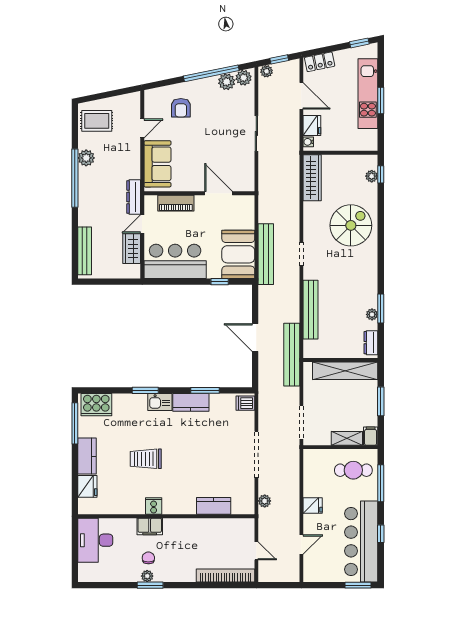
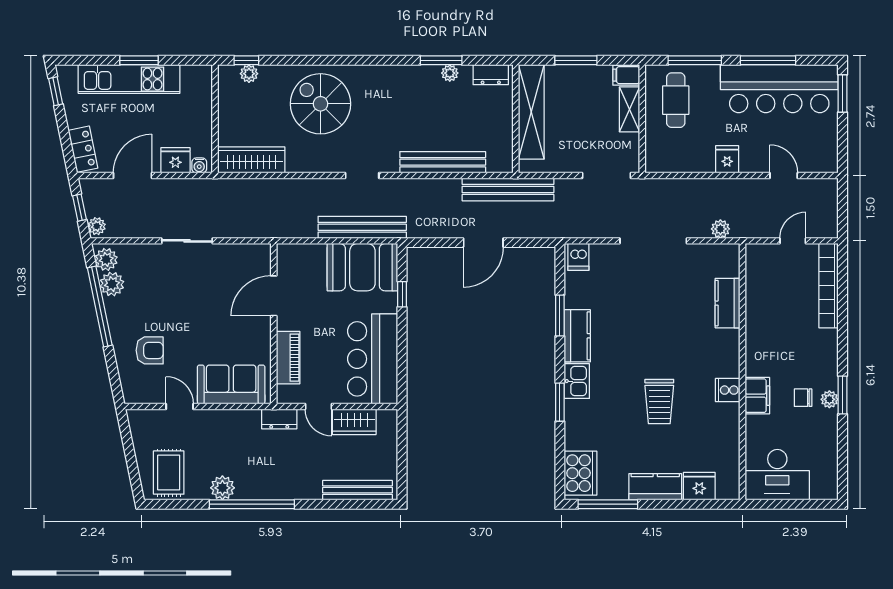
dresser: (134, 197) -> (279, 419), width x0.70
window: (381, 534) -> (768, 60), width x2.17

